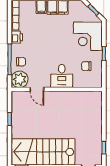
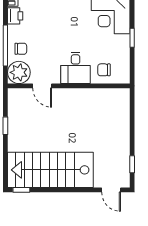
chair: (86, 66) -> (104, 70), moved

